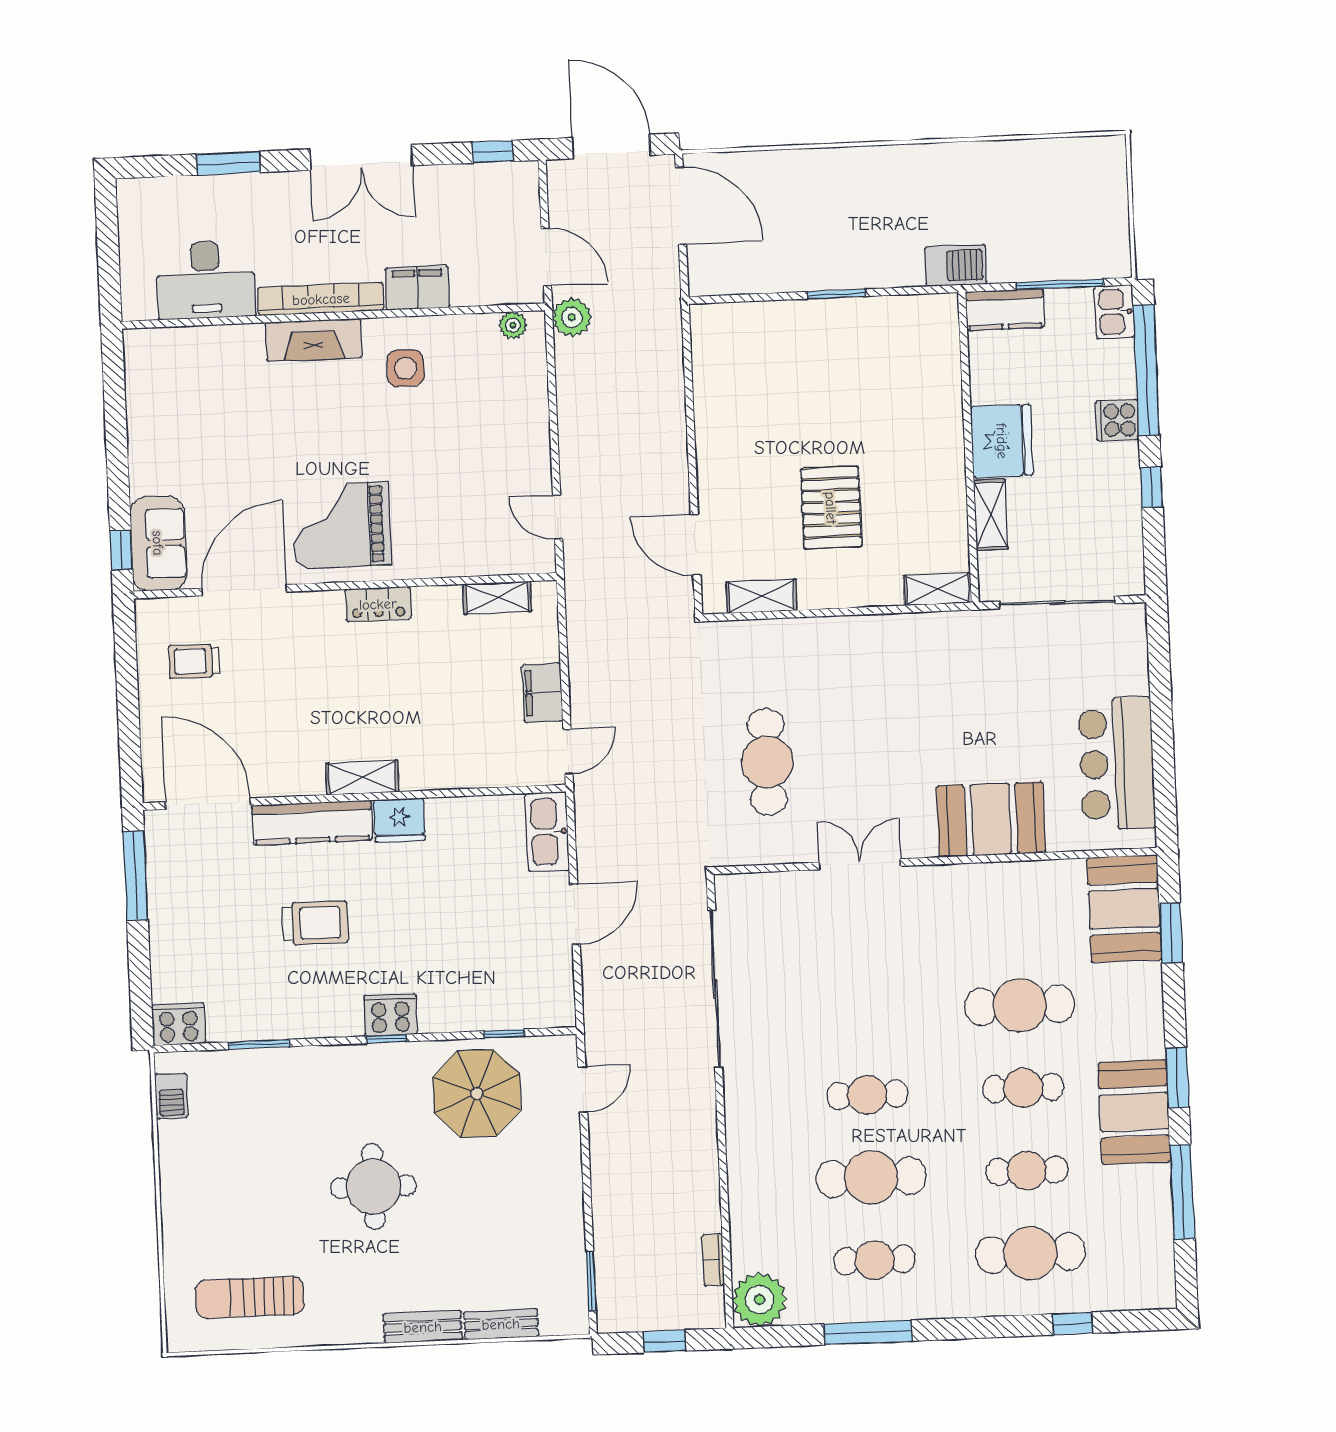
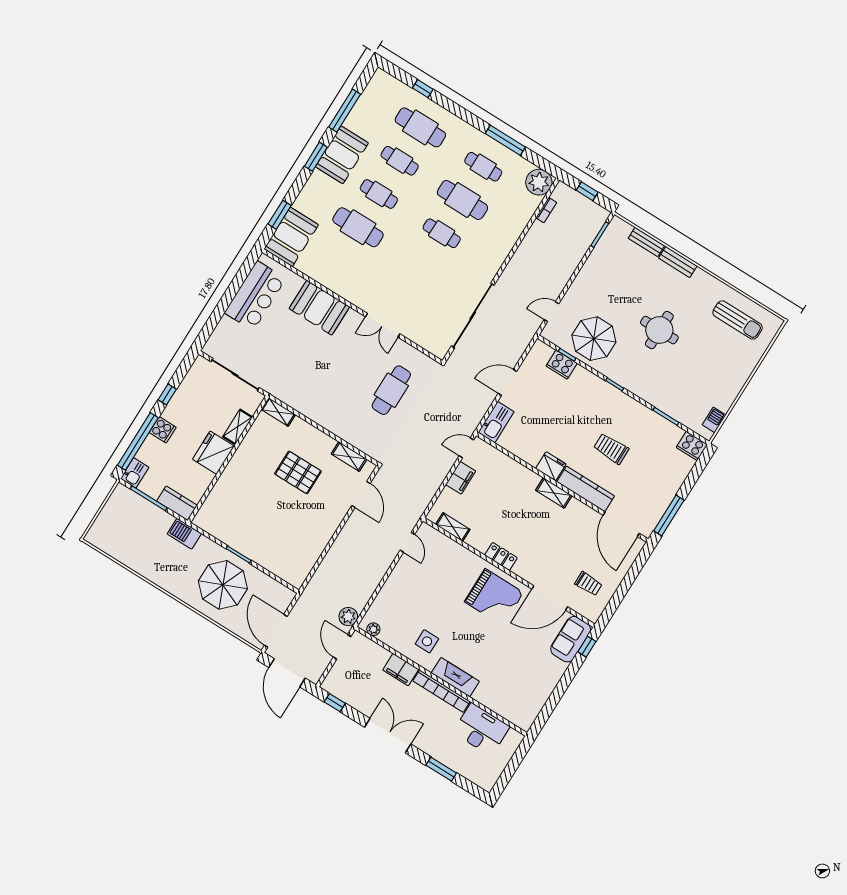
parasol: (827, 223) -> (223, 585), added
pallet: (831, 508) -> (298, 472), turned 90
cooker: (390, 1015) -> (562, 365), moved

